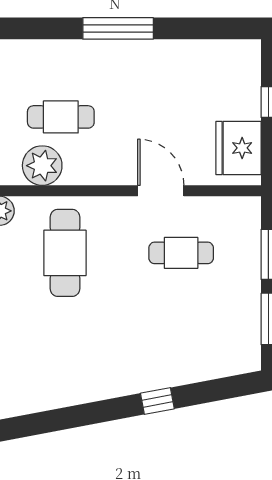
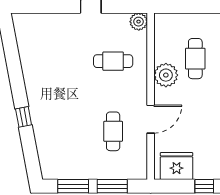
plant: (42, 166) -> (166, 75), moved
cafe table: (65, 253) -> (113, 61), width x0.73, depth x0.74

